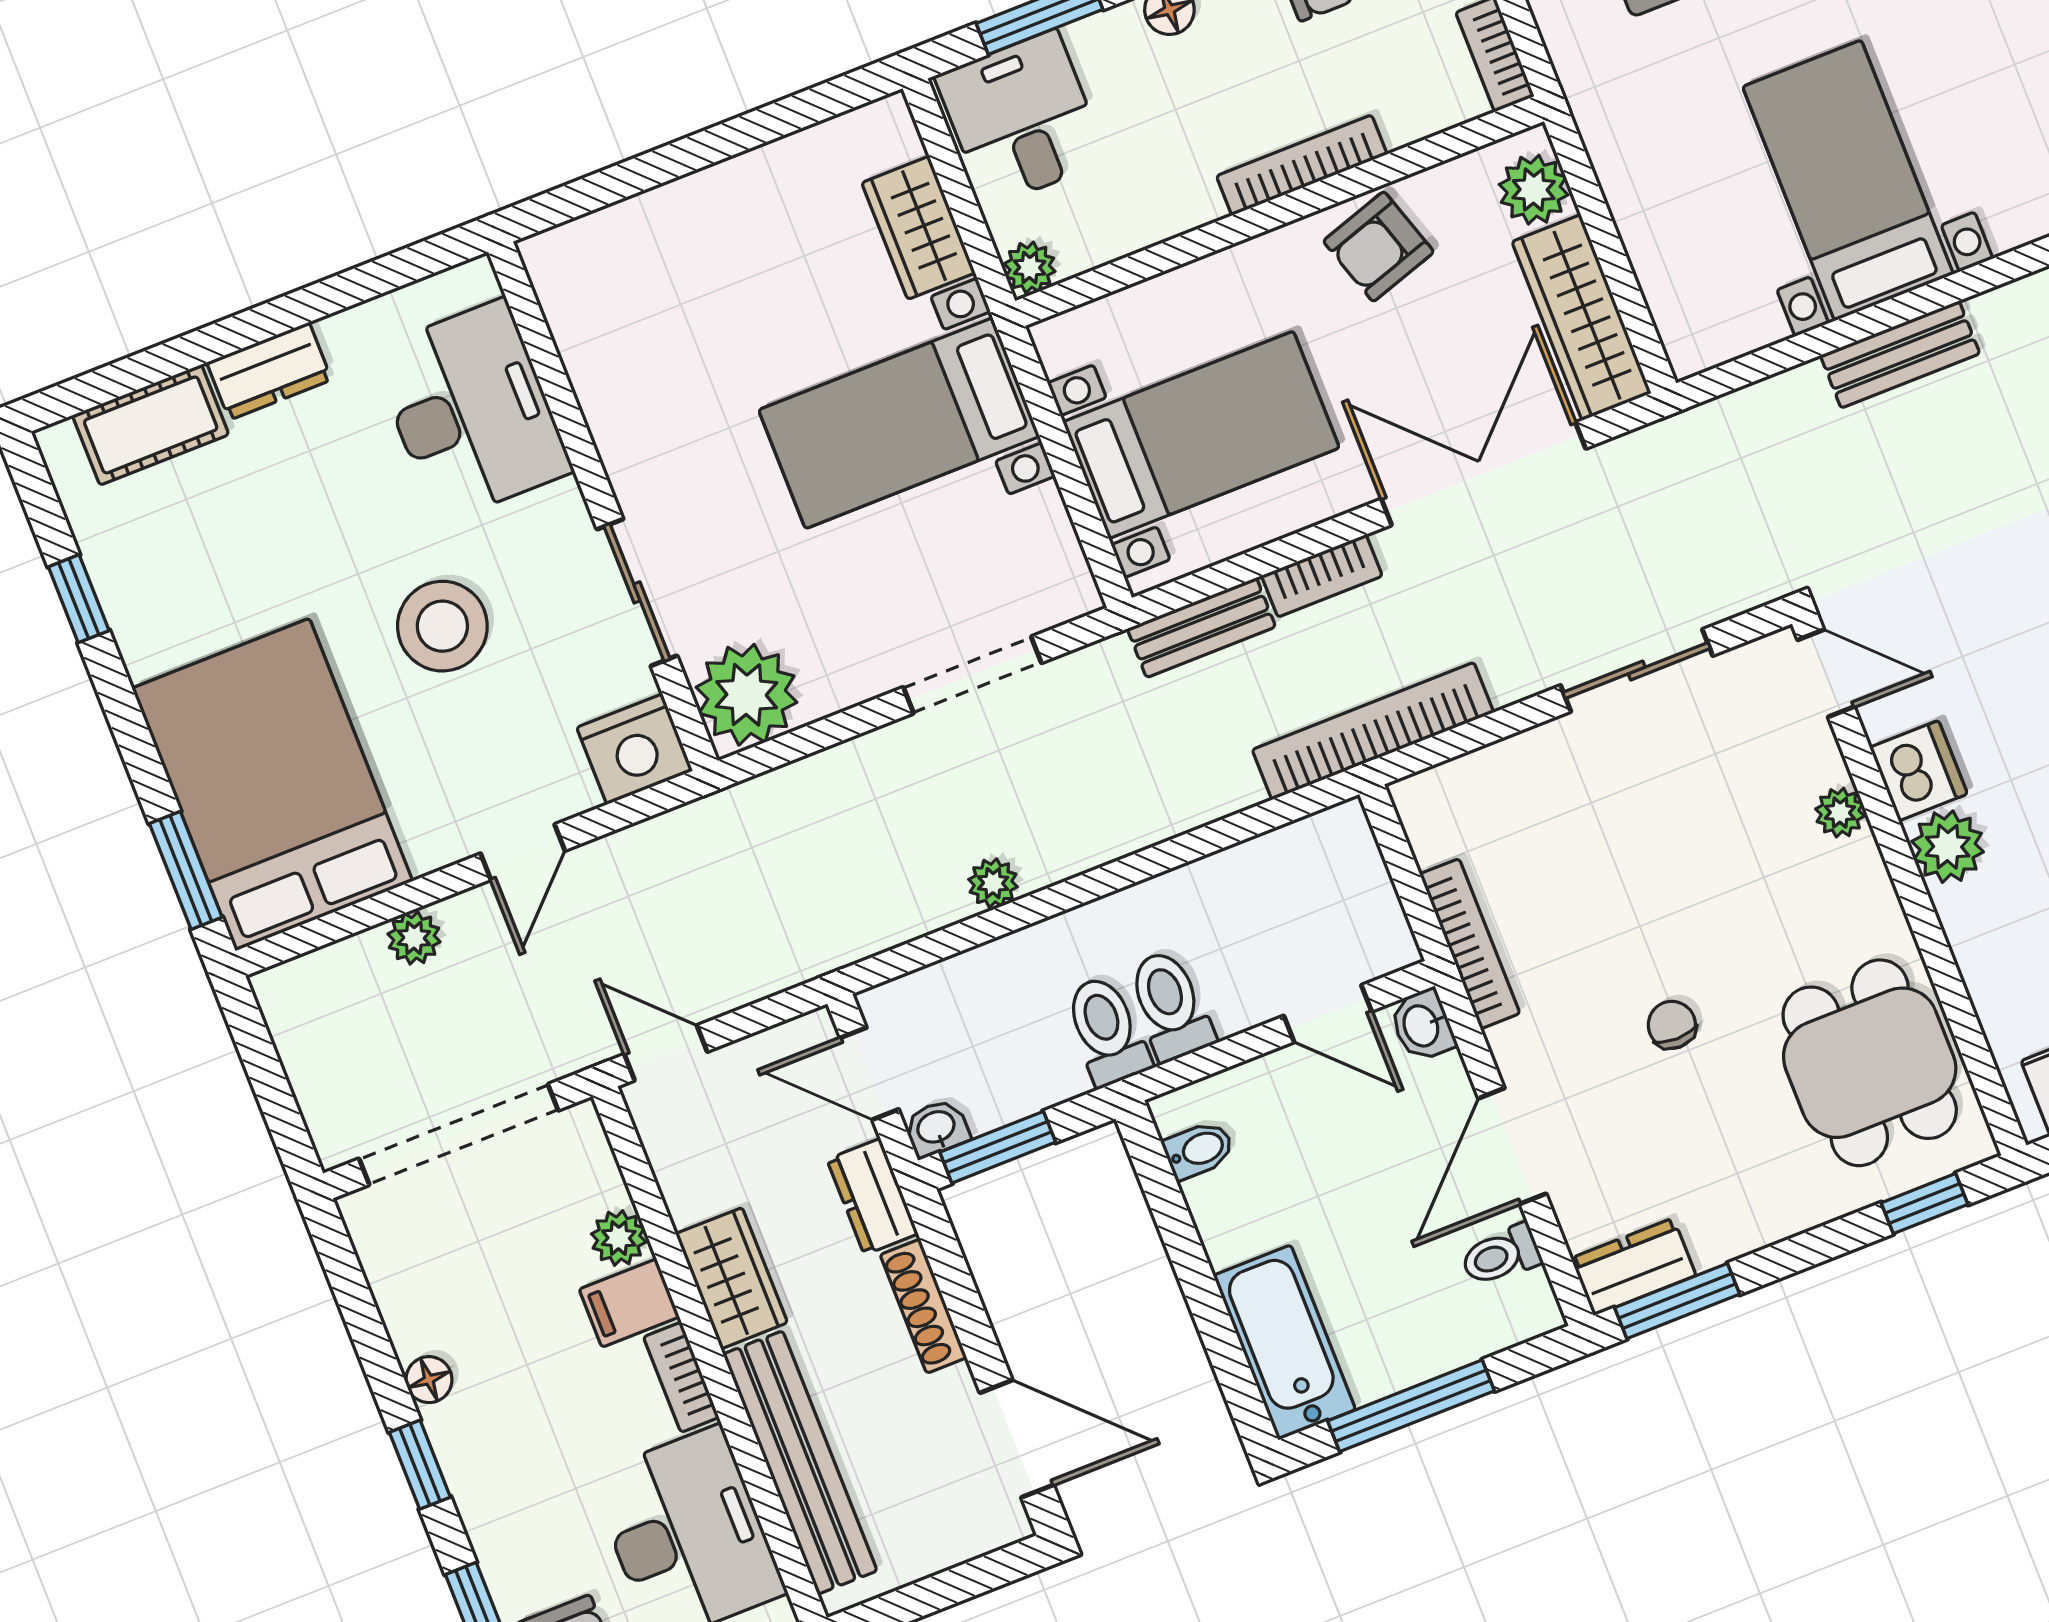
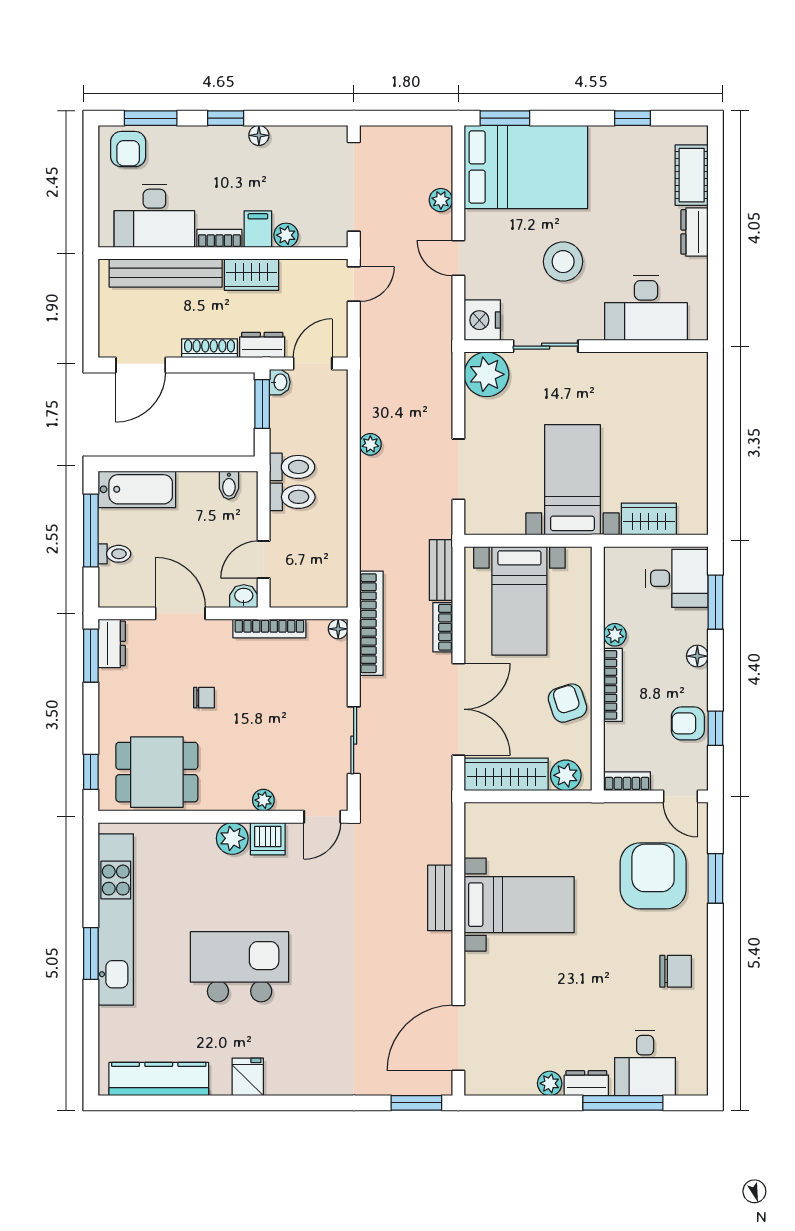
plant: (1030, 268) -> (615, 635), moved
floor lamp: (1413, 797) -> (338, 629), added
toilet: (1501, 1255) -> (114, 554), moved, turned 90

